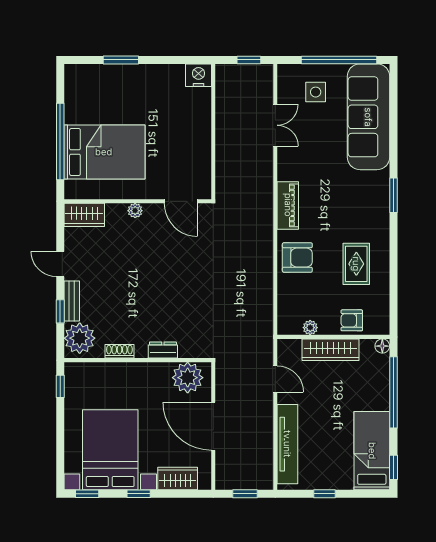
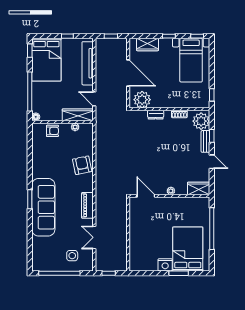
nightstand: (199, 75) -> (165, 265), moved
sofa: (368, 117) -> (43, 207), moved
bed: (104, 152) -> (188, 249), moved, turned 90
piano: (288, 205) -> (87, 205), moved
armchair: (297, 257) -> (82, 165), turned 78
rug: (356, 264) -> (50, 162), removed
wardrobe: (331, 350) -> (78, 115), moved
bed with nightstands: (110, 450) -> (191, 60), width x0.73
bed: (372, 451) -> (46, 60), width x1.50

